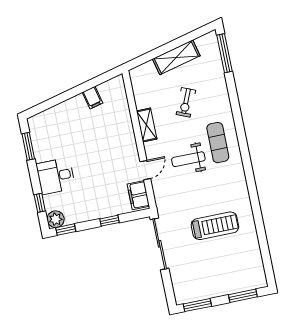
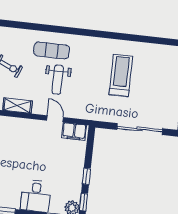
window: (110, 221) -> (86, 176), moved
sliding door: (160, 244) -> (140, 129), moved

